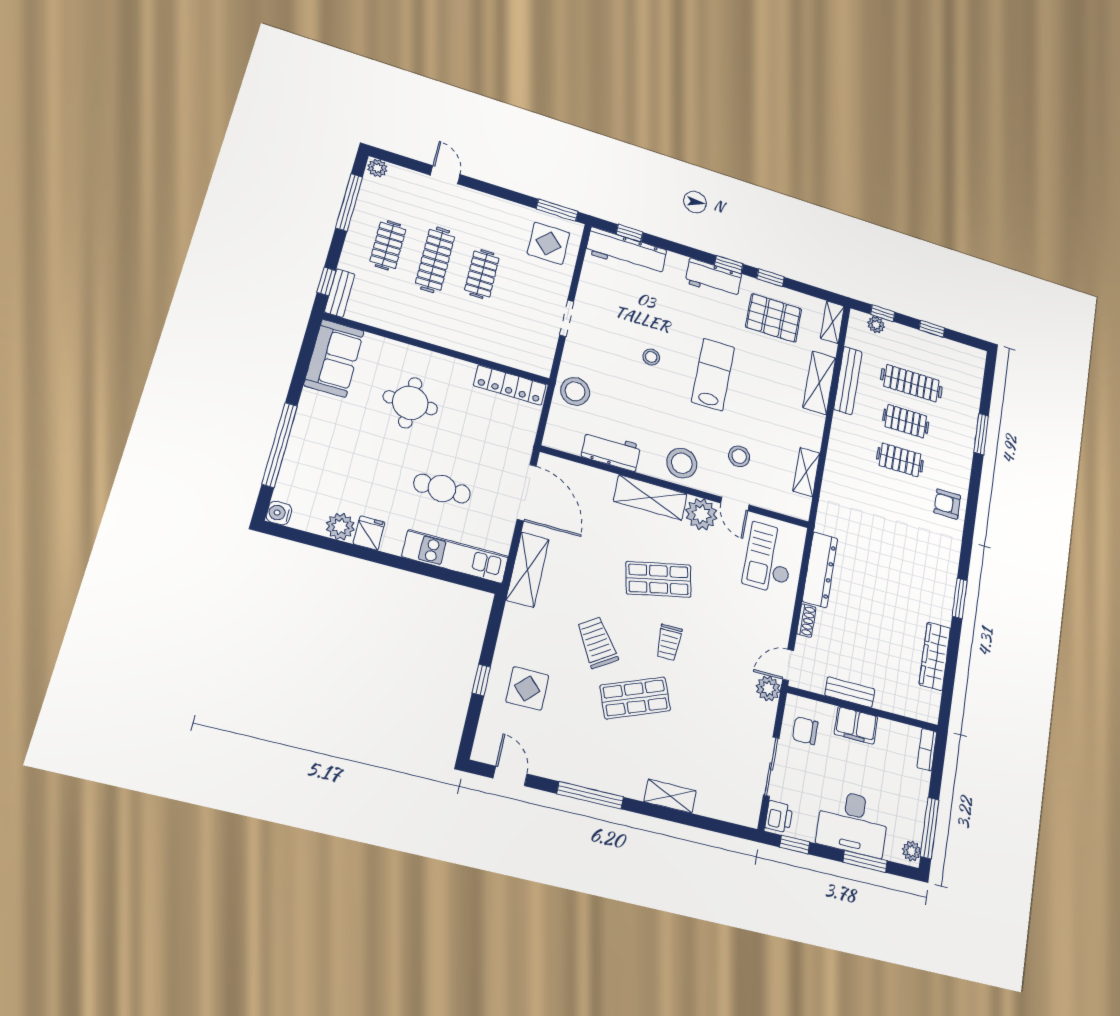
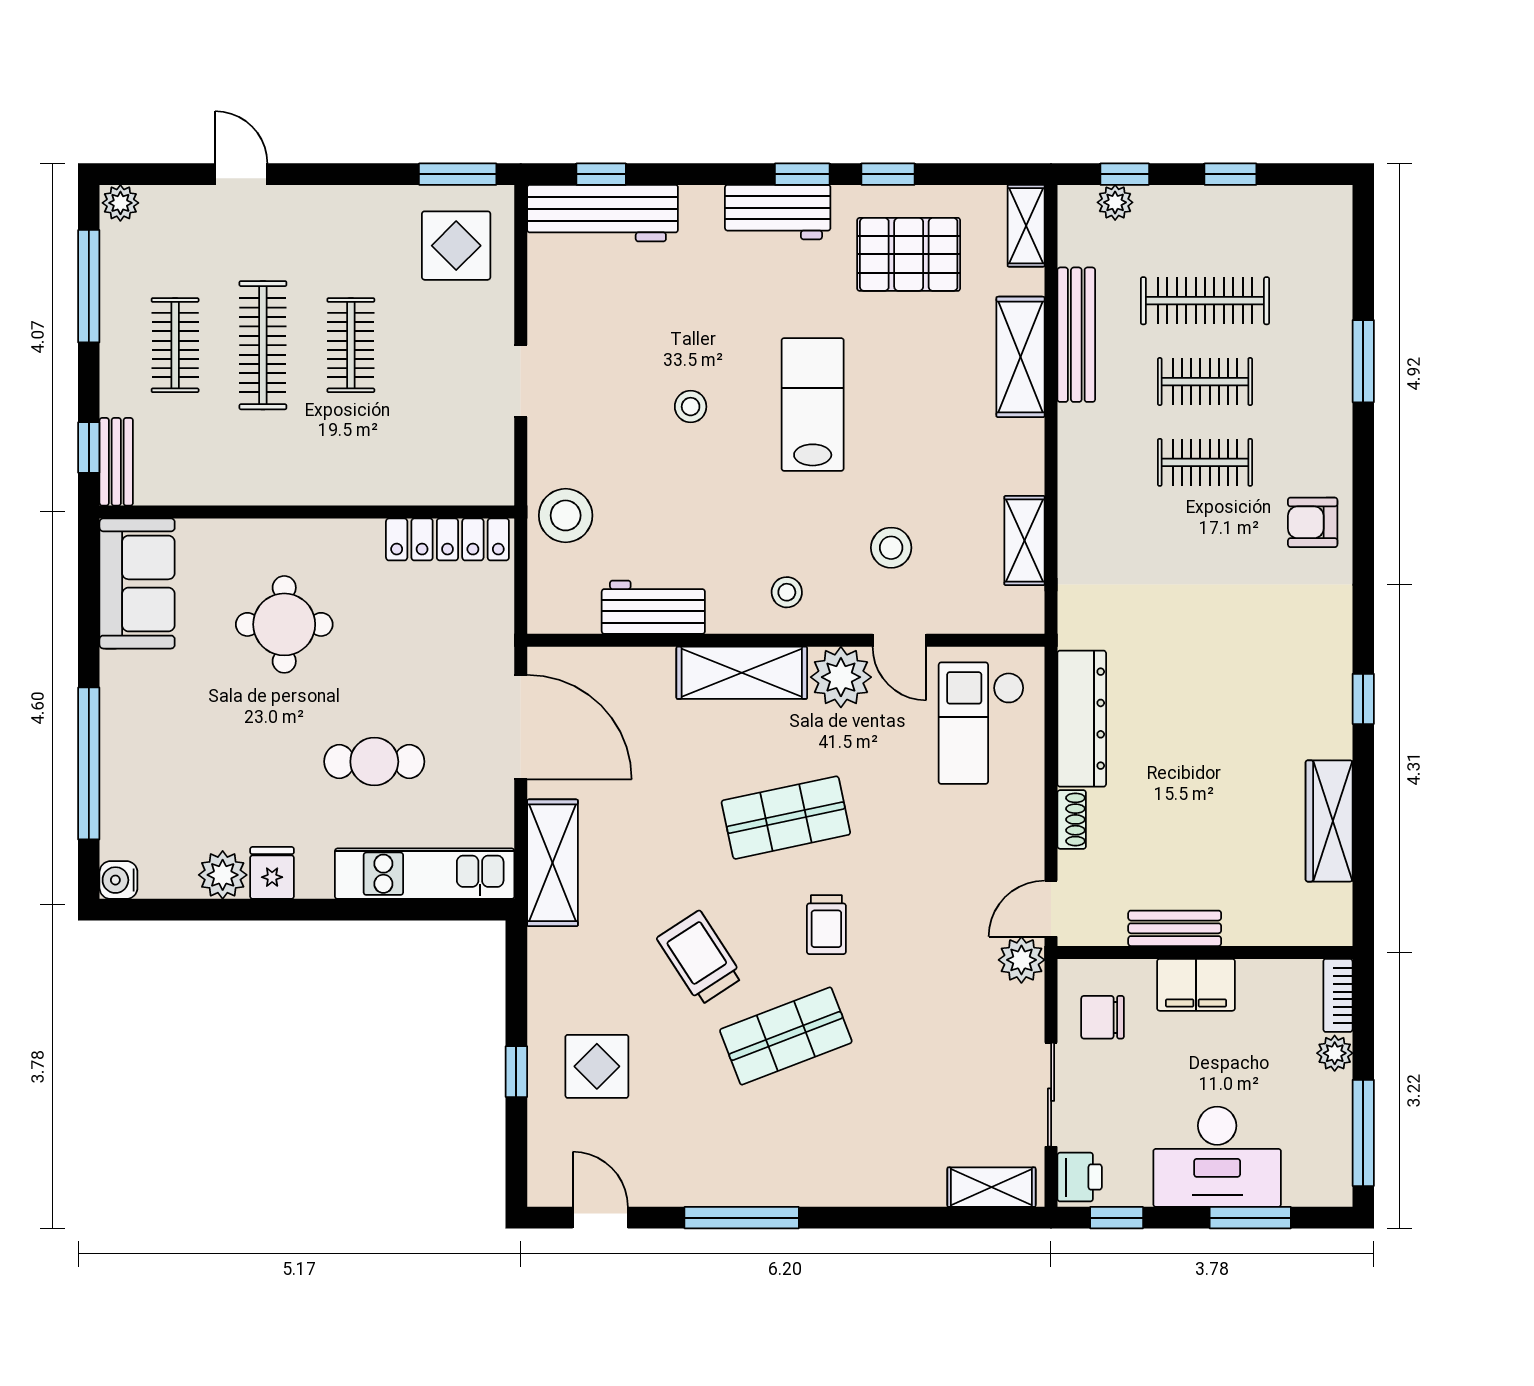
stool: (682, 463) -> (787, 592), width x0.53, depth x0.53
window: (960, 598) -> (1363, 699), width x0.67
shelving: (670, 796) -> (991, 1187), moved
plant: (912, 851) -> (1335, 1053), moved

